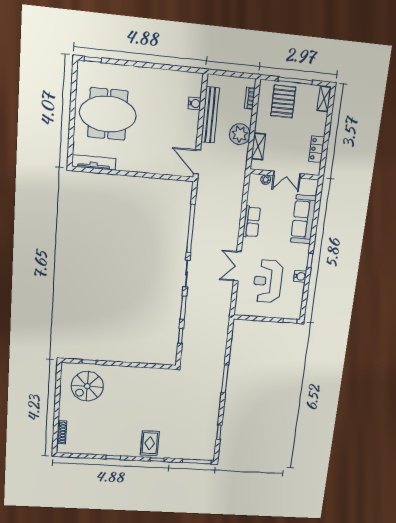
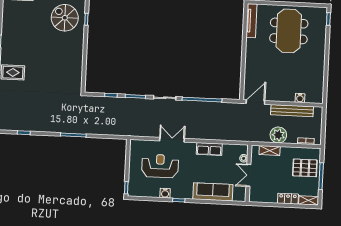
locker: (317, 149) -> (288, 199), moved

